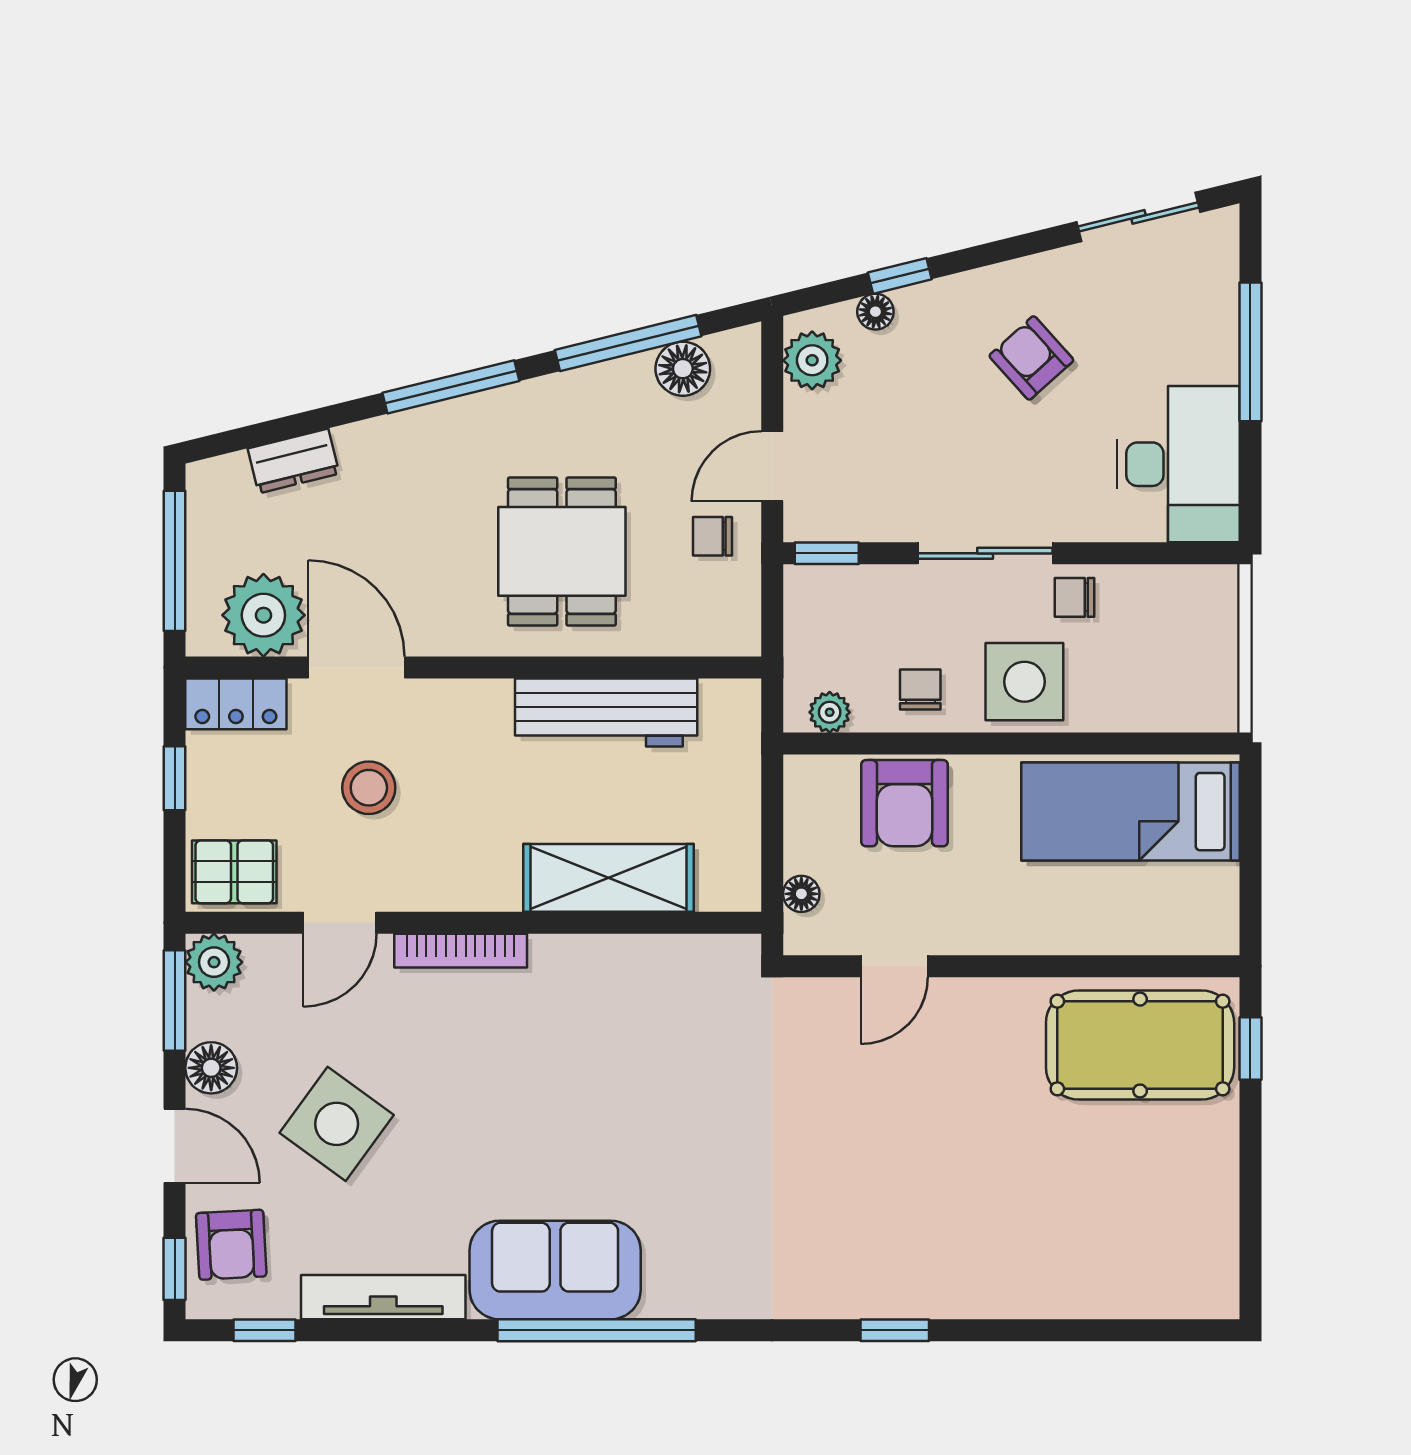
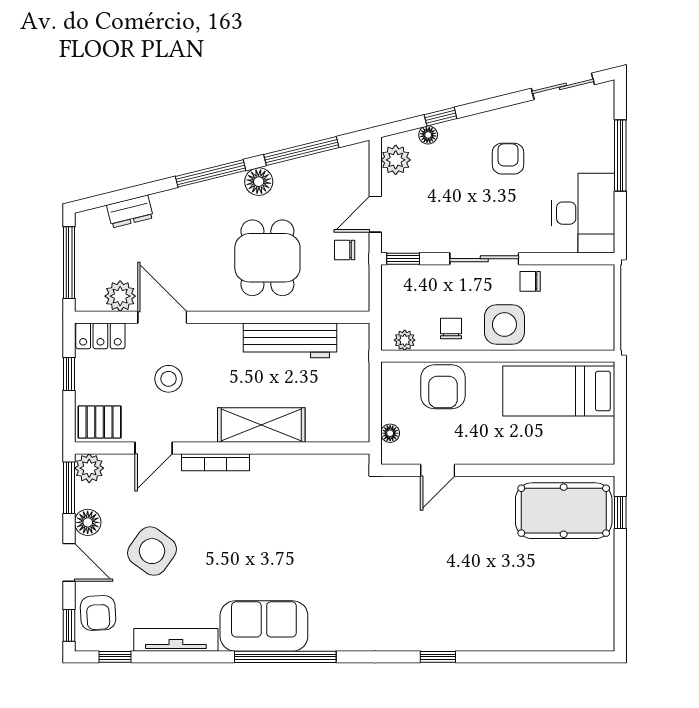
armchair: (1031, 358) -> (508, 159), turned 42
floor lamp: (683, 369) -> (259, 182), moved
plant: (263, 615) -> (120, 296), width x0.73, depth x0.73
shelving: (608, 878) -> (261, 425), moved

